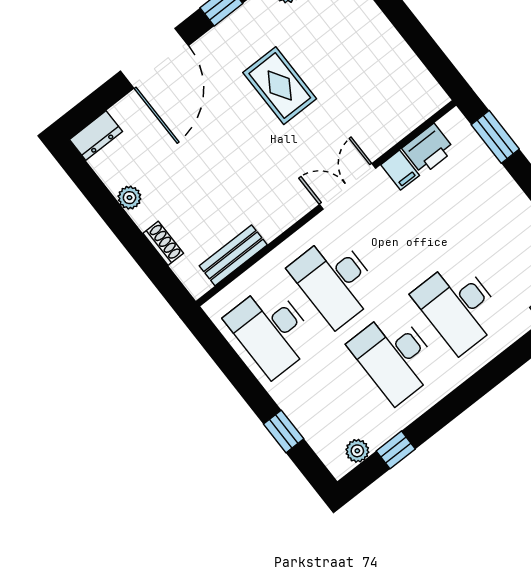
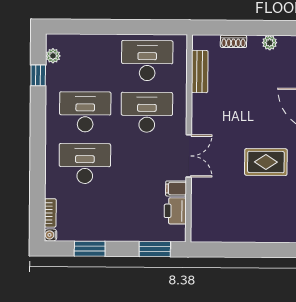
window: (284, 431) -> (92, 27), removed

